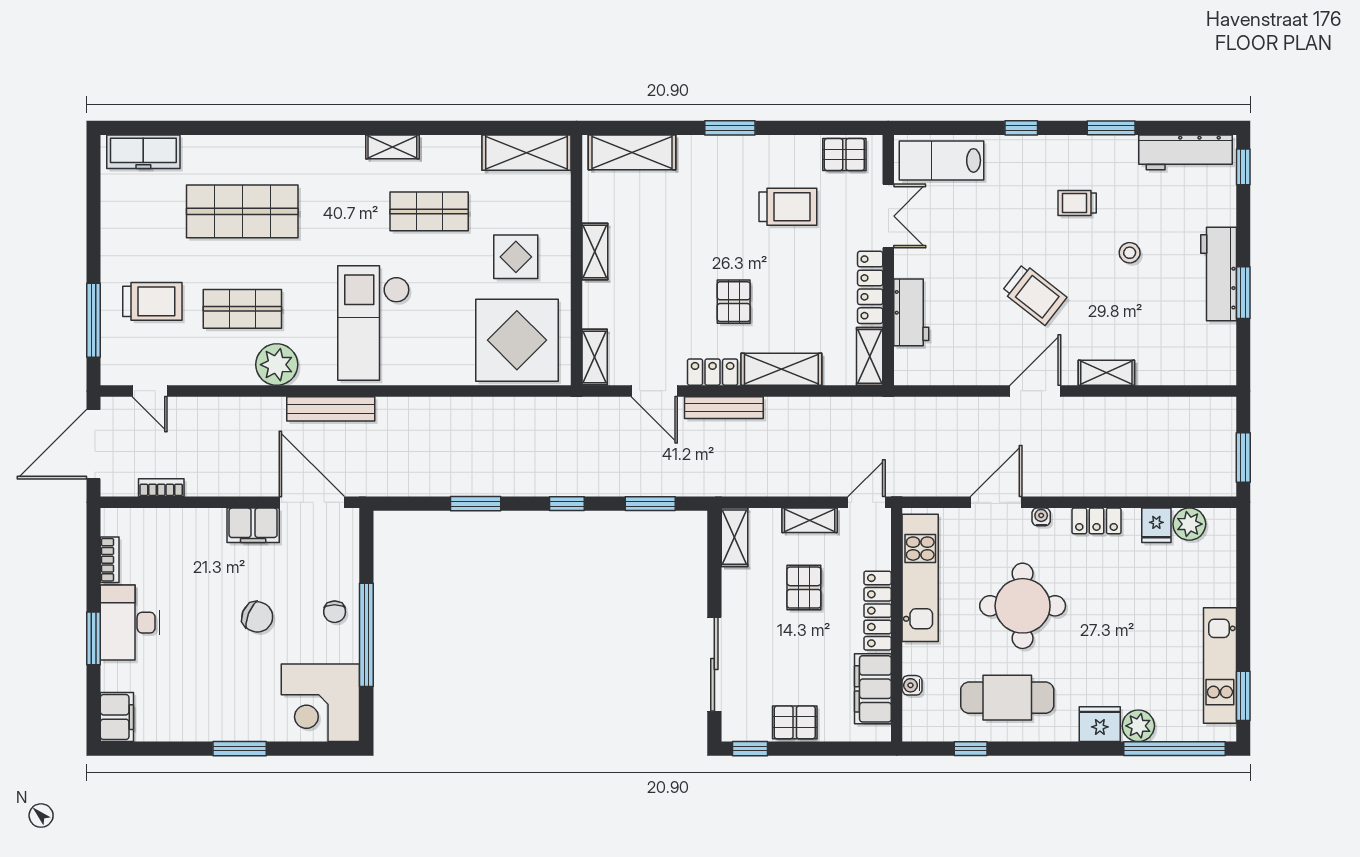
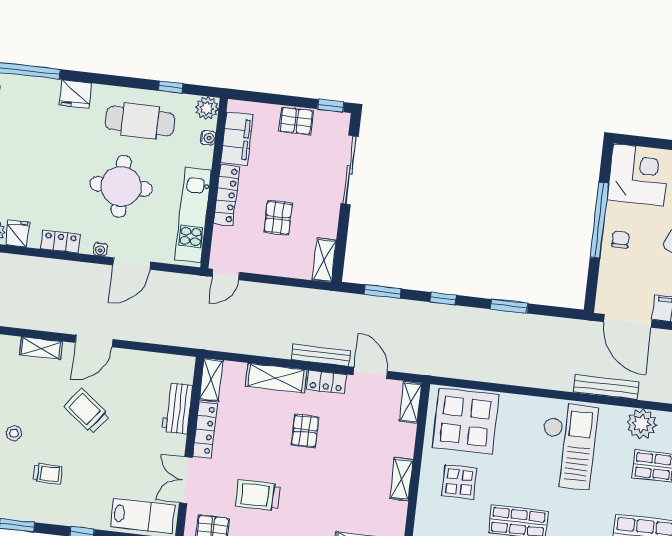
shelving: (810, 520) -> (268, 266), removed
plant: (1138, 726) -> (207, 108), moved

